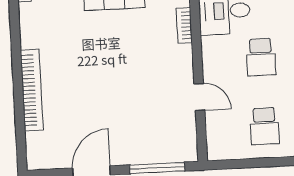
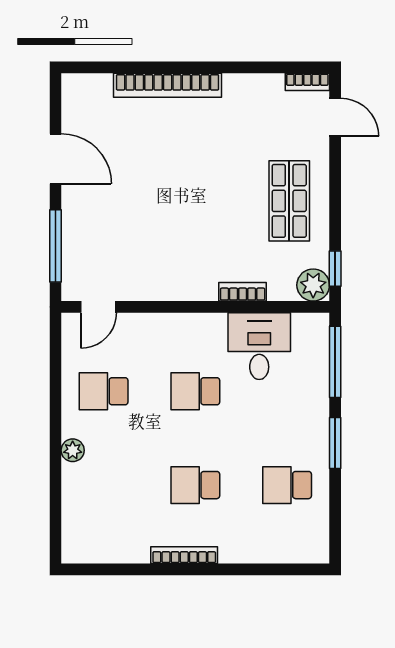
door: (199, 97) -> (99, 307), moved

